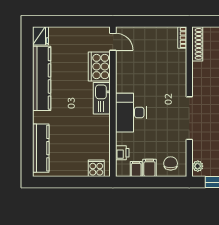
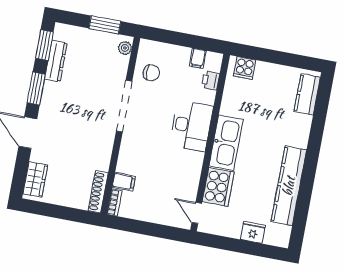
fridge: (40, 36) -> (253, 232), moved, turned 90
kitchen sink: (102, 98) -> (226, 143), width x1.36, depth x1.24
kitchen counter: (41, 148) -> (307, 94), width x0.67
chair: (171, 163) -> (151, 73), moved, turned -90
filing cabinet: (149, 168) -> (124, 182), moved, turned -90

